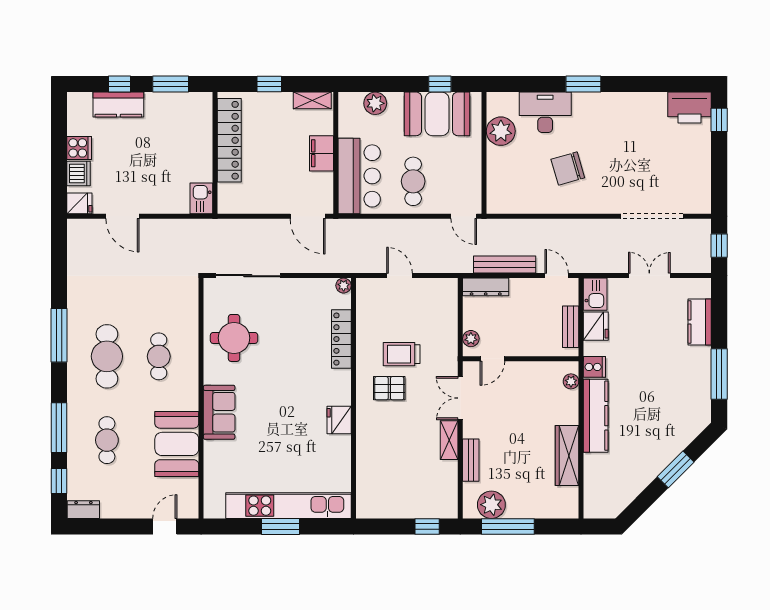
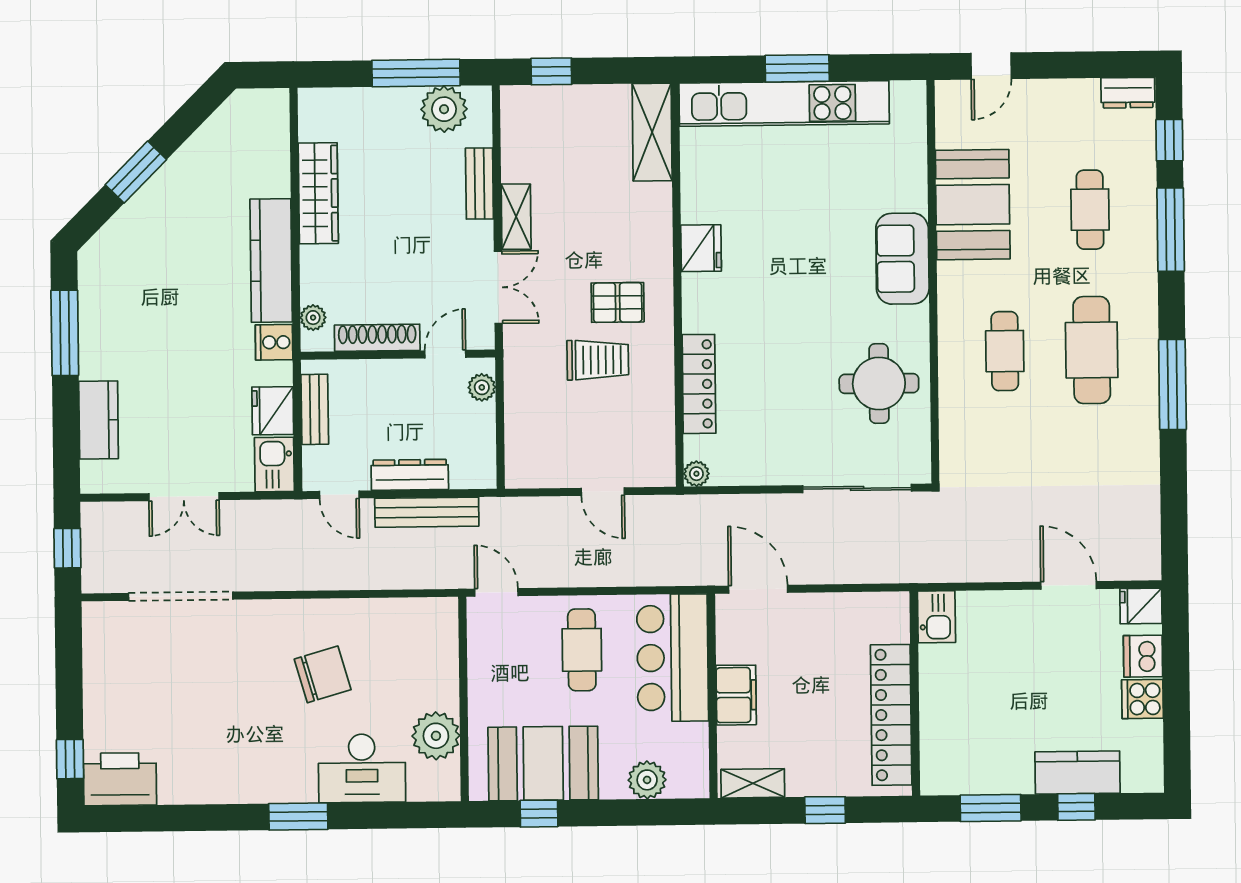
dresser: (486, 287) -> (410, 475), moved
shoe rack: (533, 369) -> (377, 338), added
shelving: (367, 489) -> (652, 132), added

